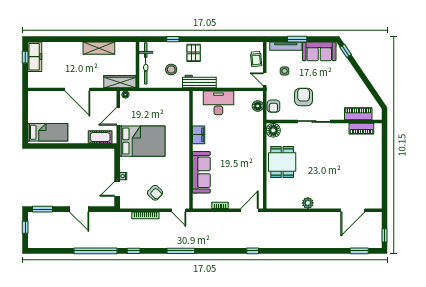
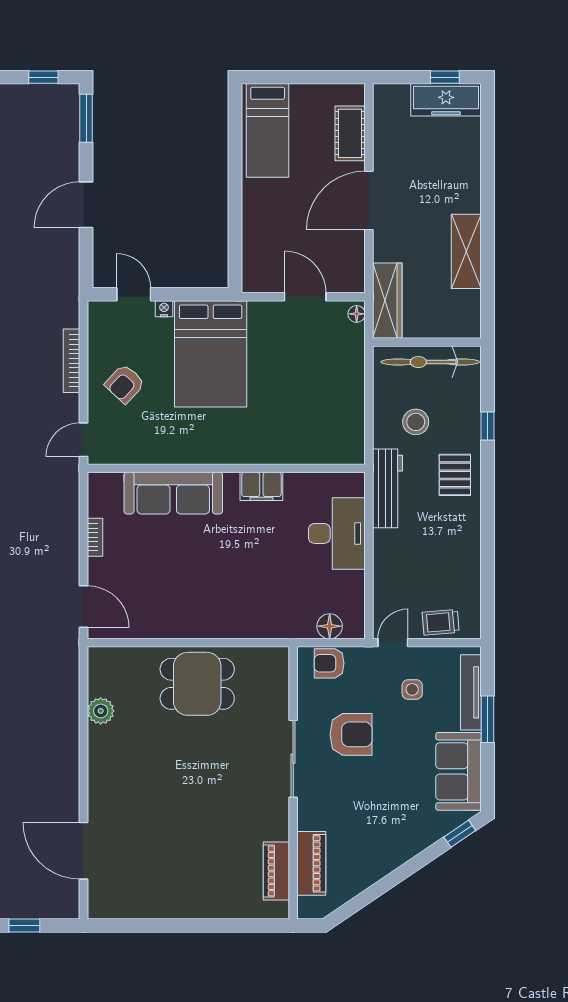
pallet: (194, 53) -> (455, 475), turned 90
floor lamp: (273, 130) -> (272, 663), removed
cot: (100, 137) -> (350, 133), moved
bed: (142, 141) -> (211, 354), moved
plant: (308, 203) -> (101, 711), moved

